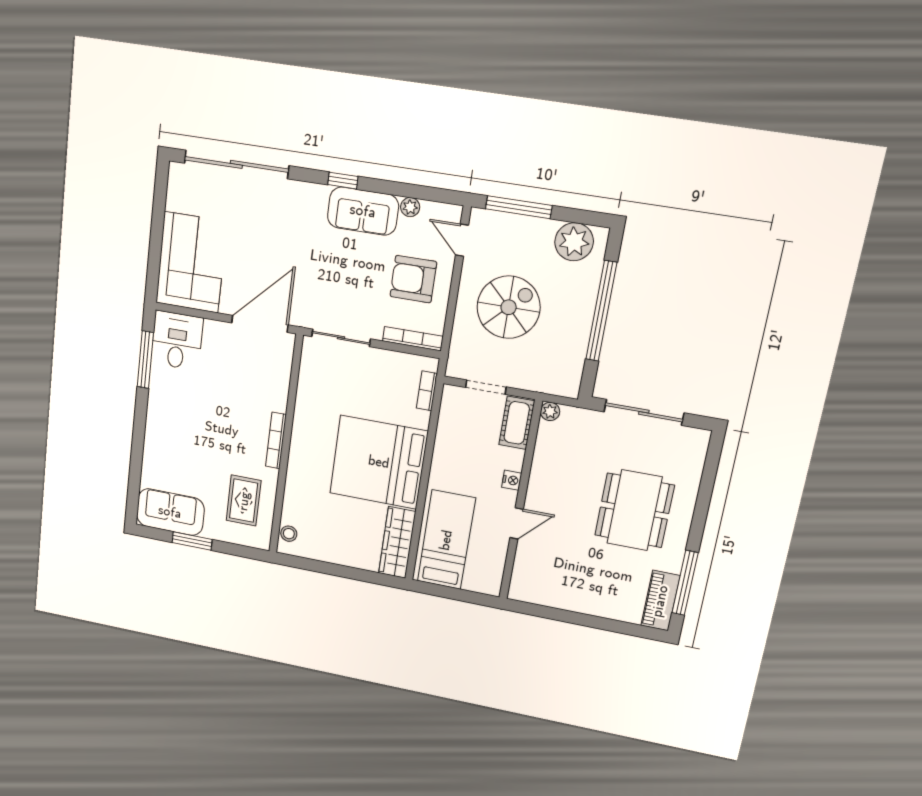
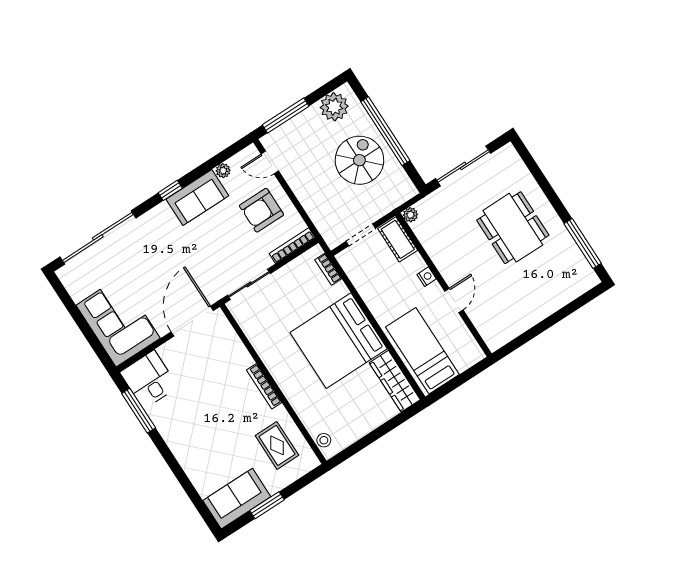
spiral stairs: (509, 307) -> (359, 160), moved
piano: (660, 601) -> (580, 268), removed

